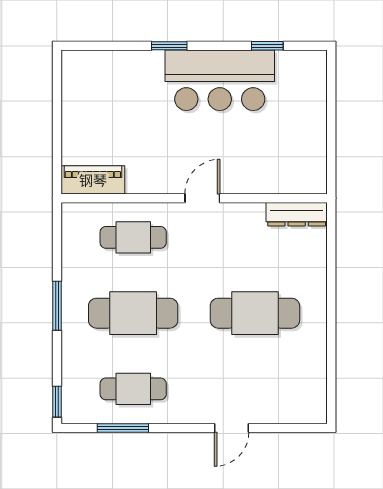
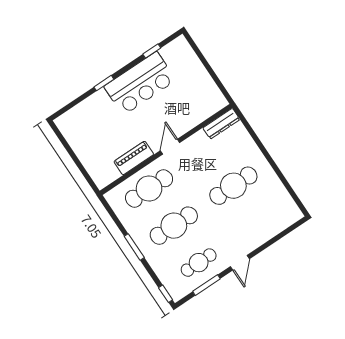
piano: (93, 180) -> (134, 158), moved
cafe table: (133, 237) -> (149, 189), width x1.37, depth x1.35
door: (232, 428) -> (240, 263), moved

